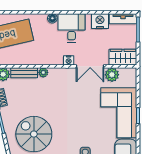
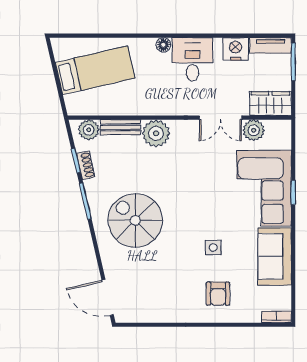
nightstand: (69, 60) -> (188, 109), removed
plant: (43, 72) -> (156, 133), width x1.88, depth x1.88

